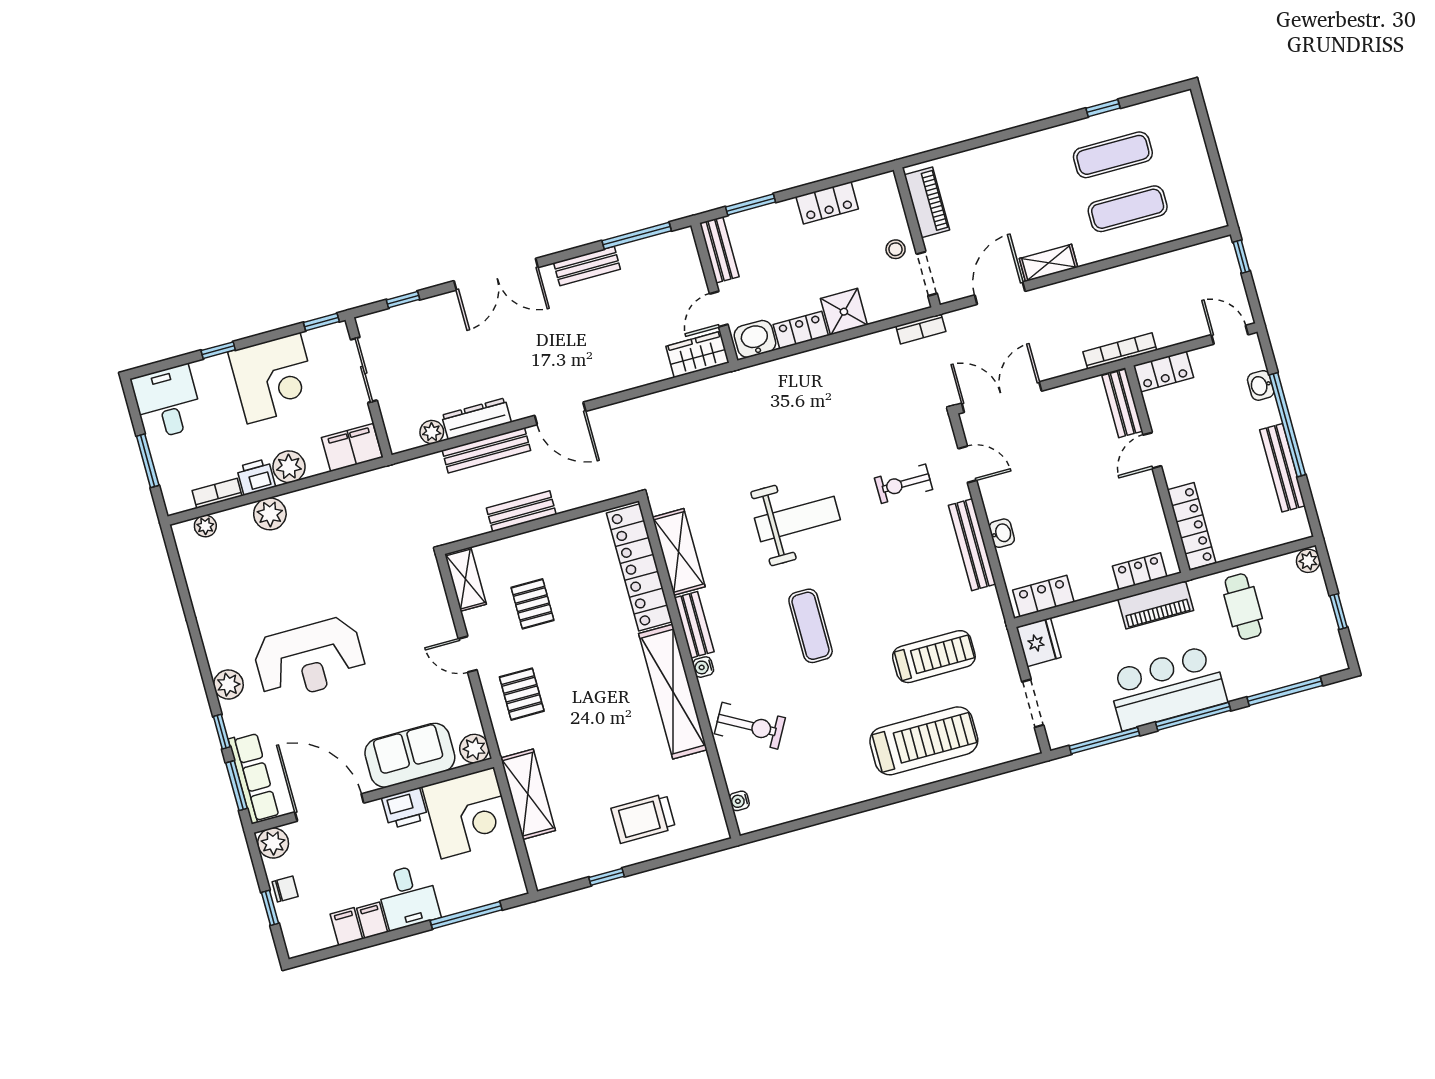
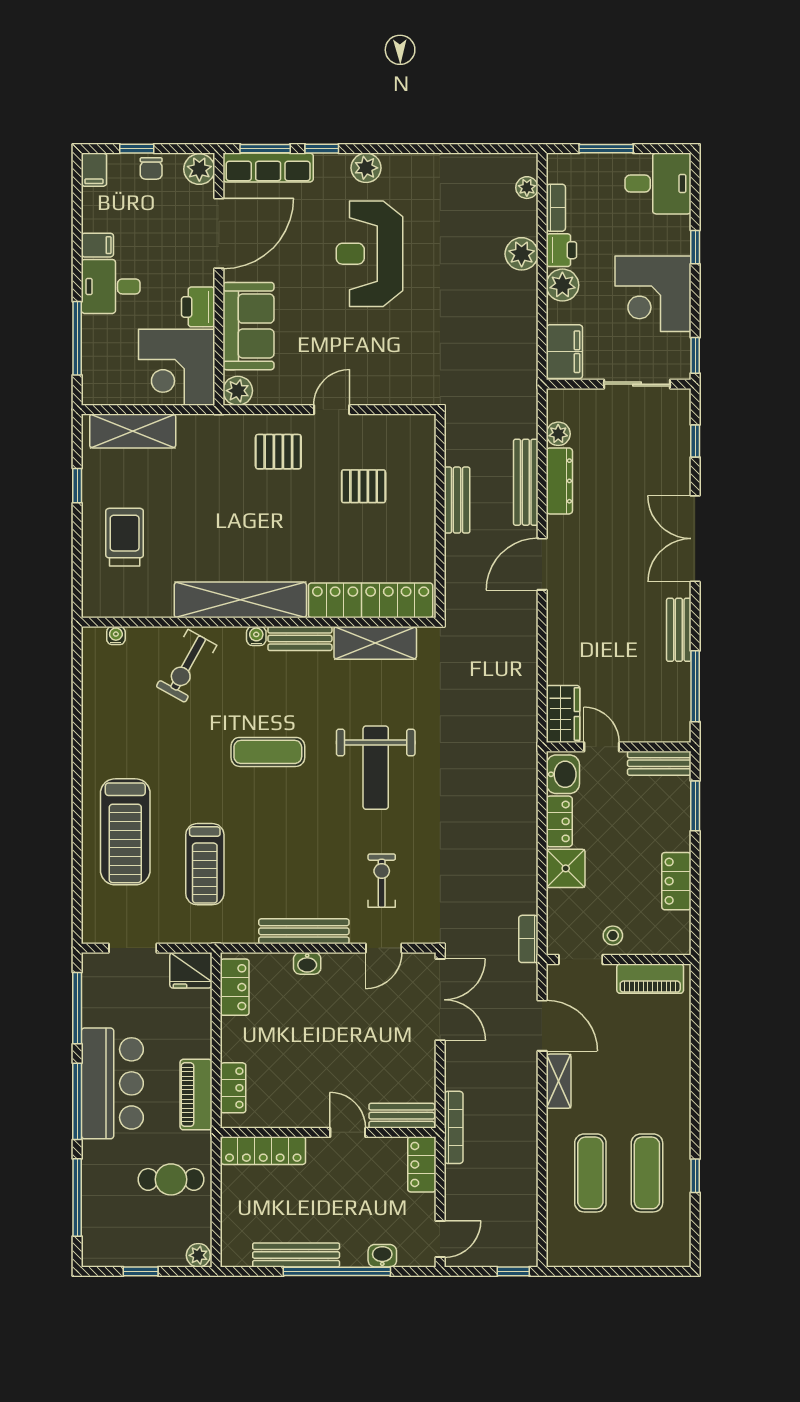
shelving: (465, 579) -> (406, 427), removed
shelving: (528, 794) -> (133, 431), moved
filing cabinet: (346, 927) -> (94, 170), moved, turned 90

